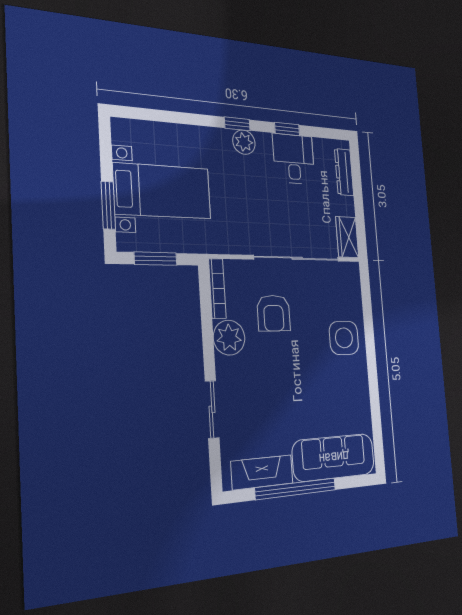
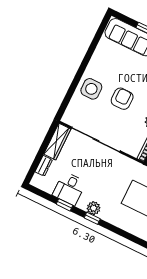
dresser: (344, 172) -> (44, 166), width x0.70
wardrobe: (347, 237) -> (57, 142), width x1.50
armchair: (274, 313) -> (122, 99), moved

